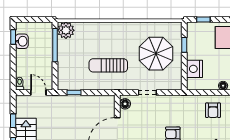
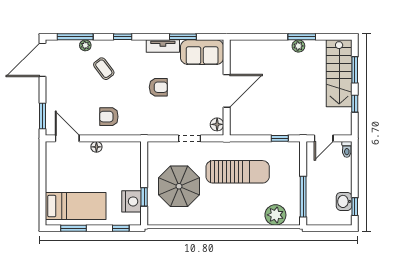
plant: (66, 30) -> (275, 215), moved
sun lounger: (108, 65) -> (238, 172), width x1.36, depth x1.34
nightstand: (195, 69) -> (132, 201), moved
door: (38, 93) -> (324, 138), hinge flipped
armchair: (213, 110) -> (109, 117), turned -90

